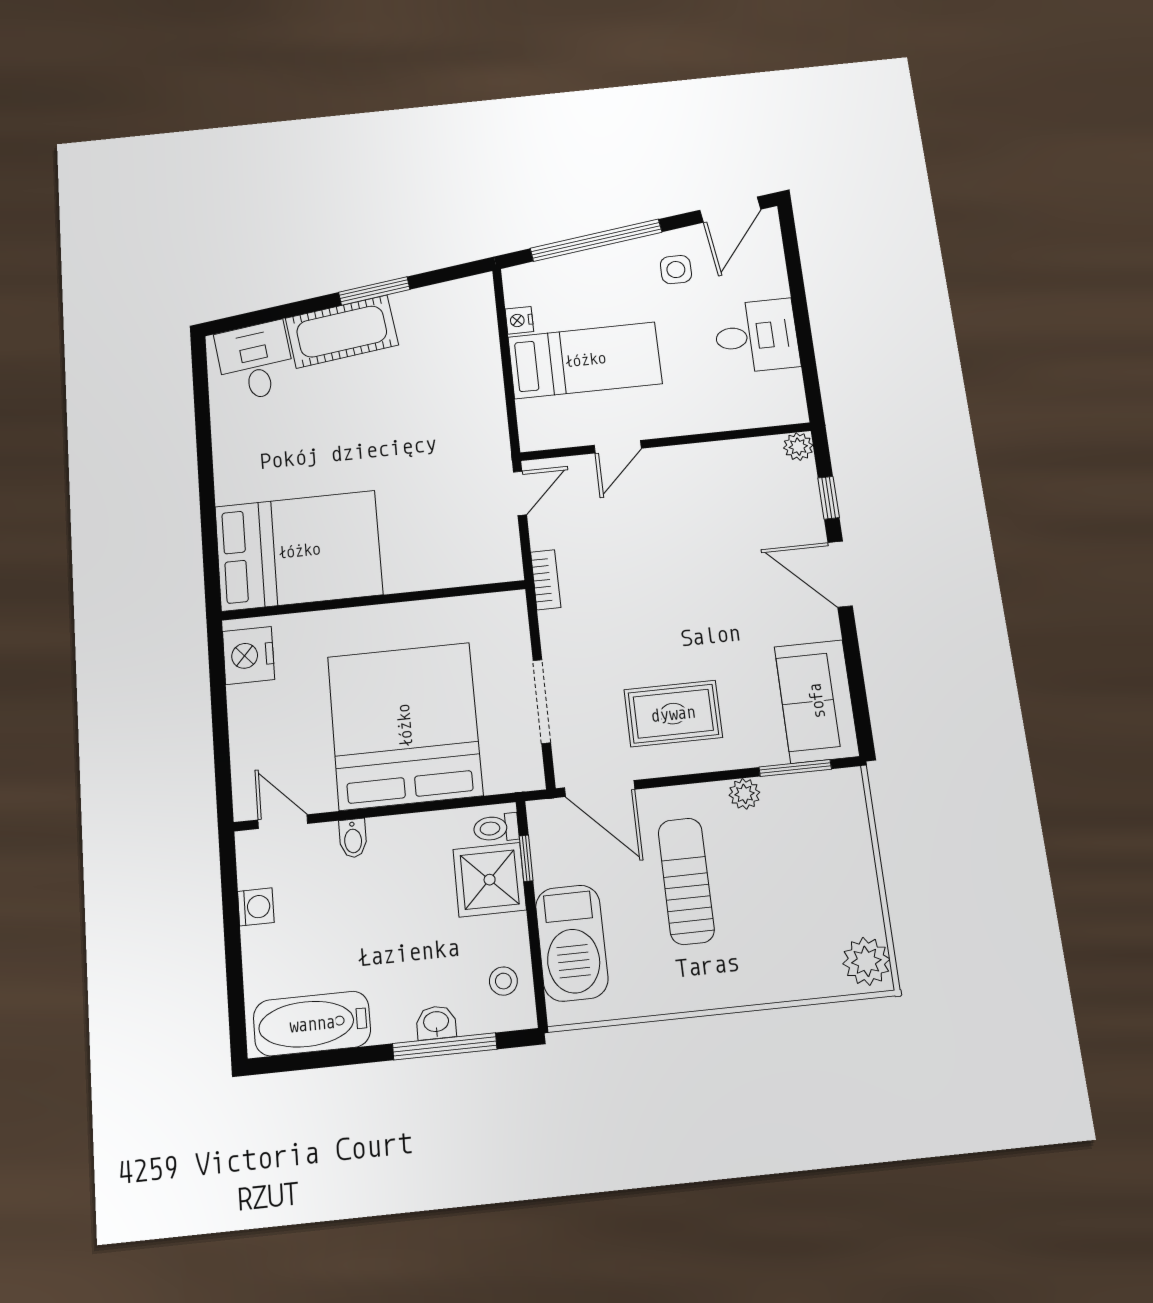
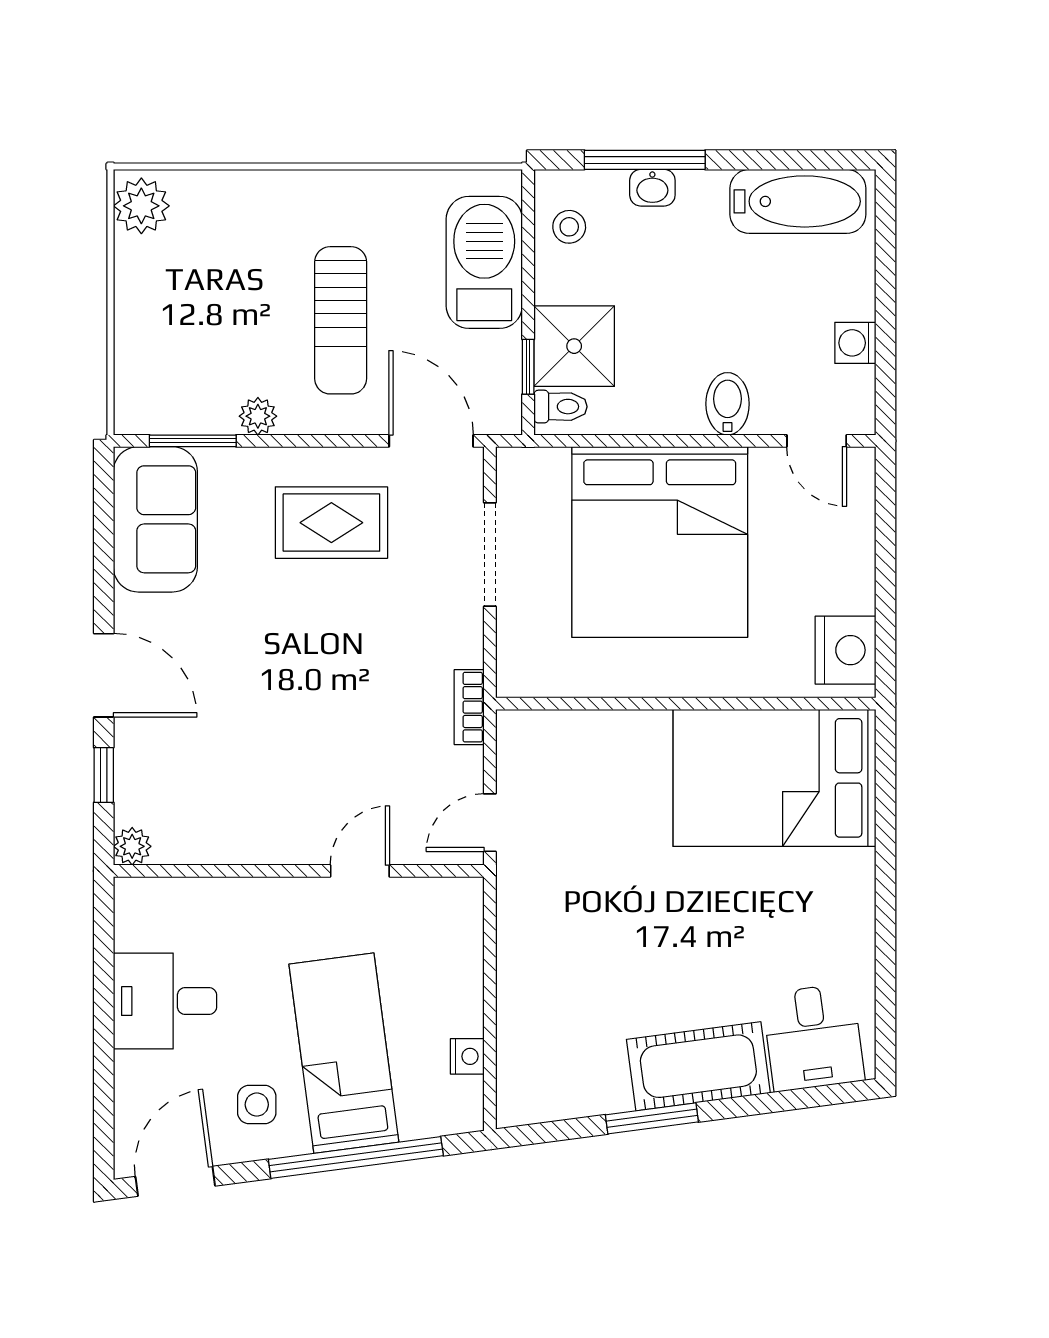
bed: (585, 360) -> (344, 1053), moved, turned 82
bidet: (353, 838) -> (728, 404), width x1.38, depth x1.36

